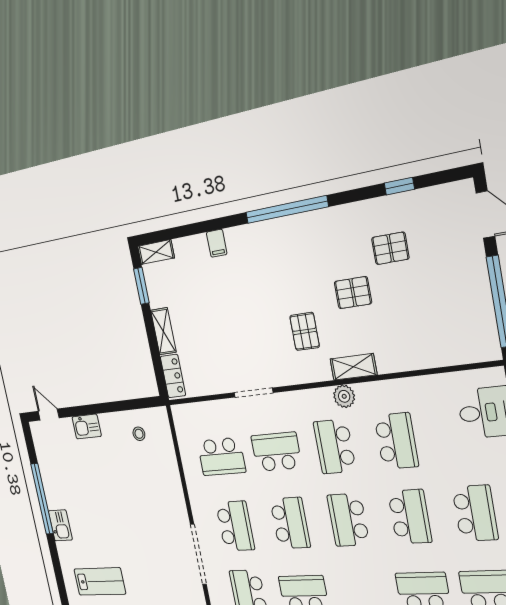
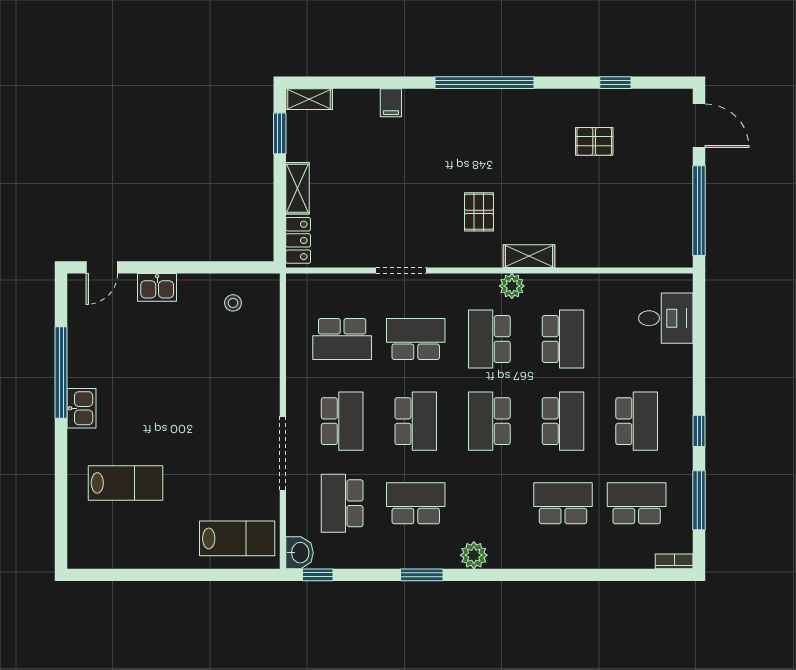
pallet: (353, 293) -> (544, 179), removed
door: (49, 415) -> (102, 267), swing flipped

